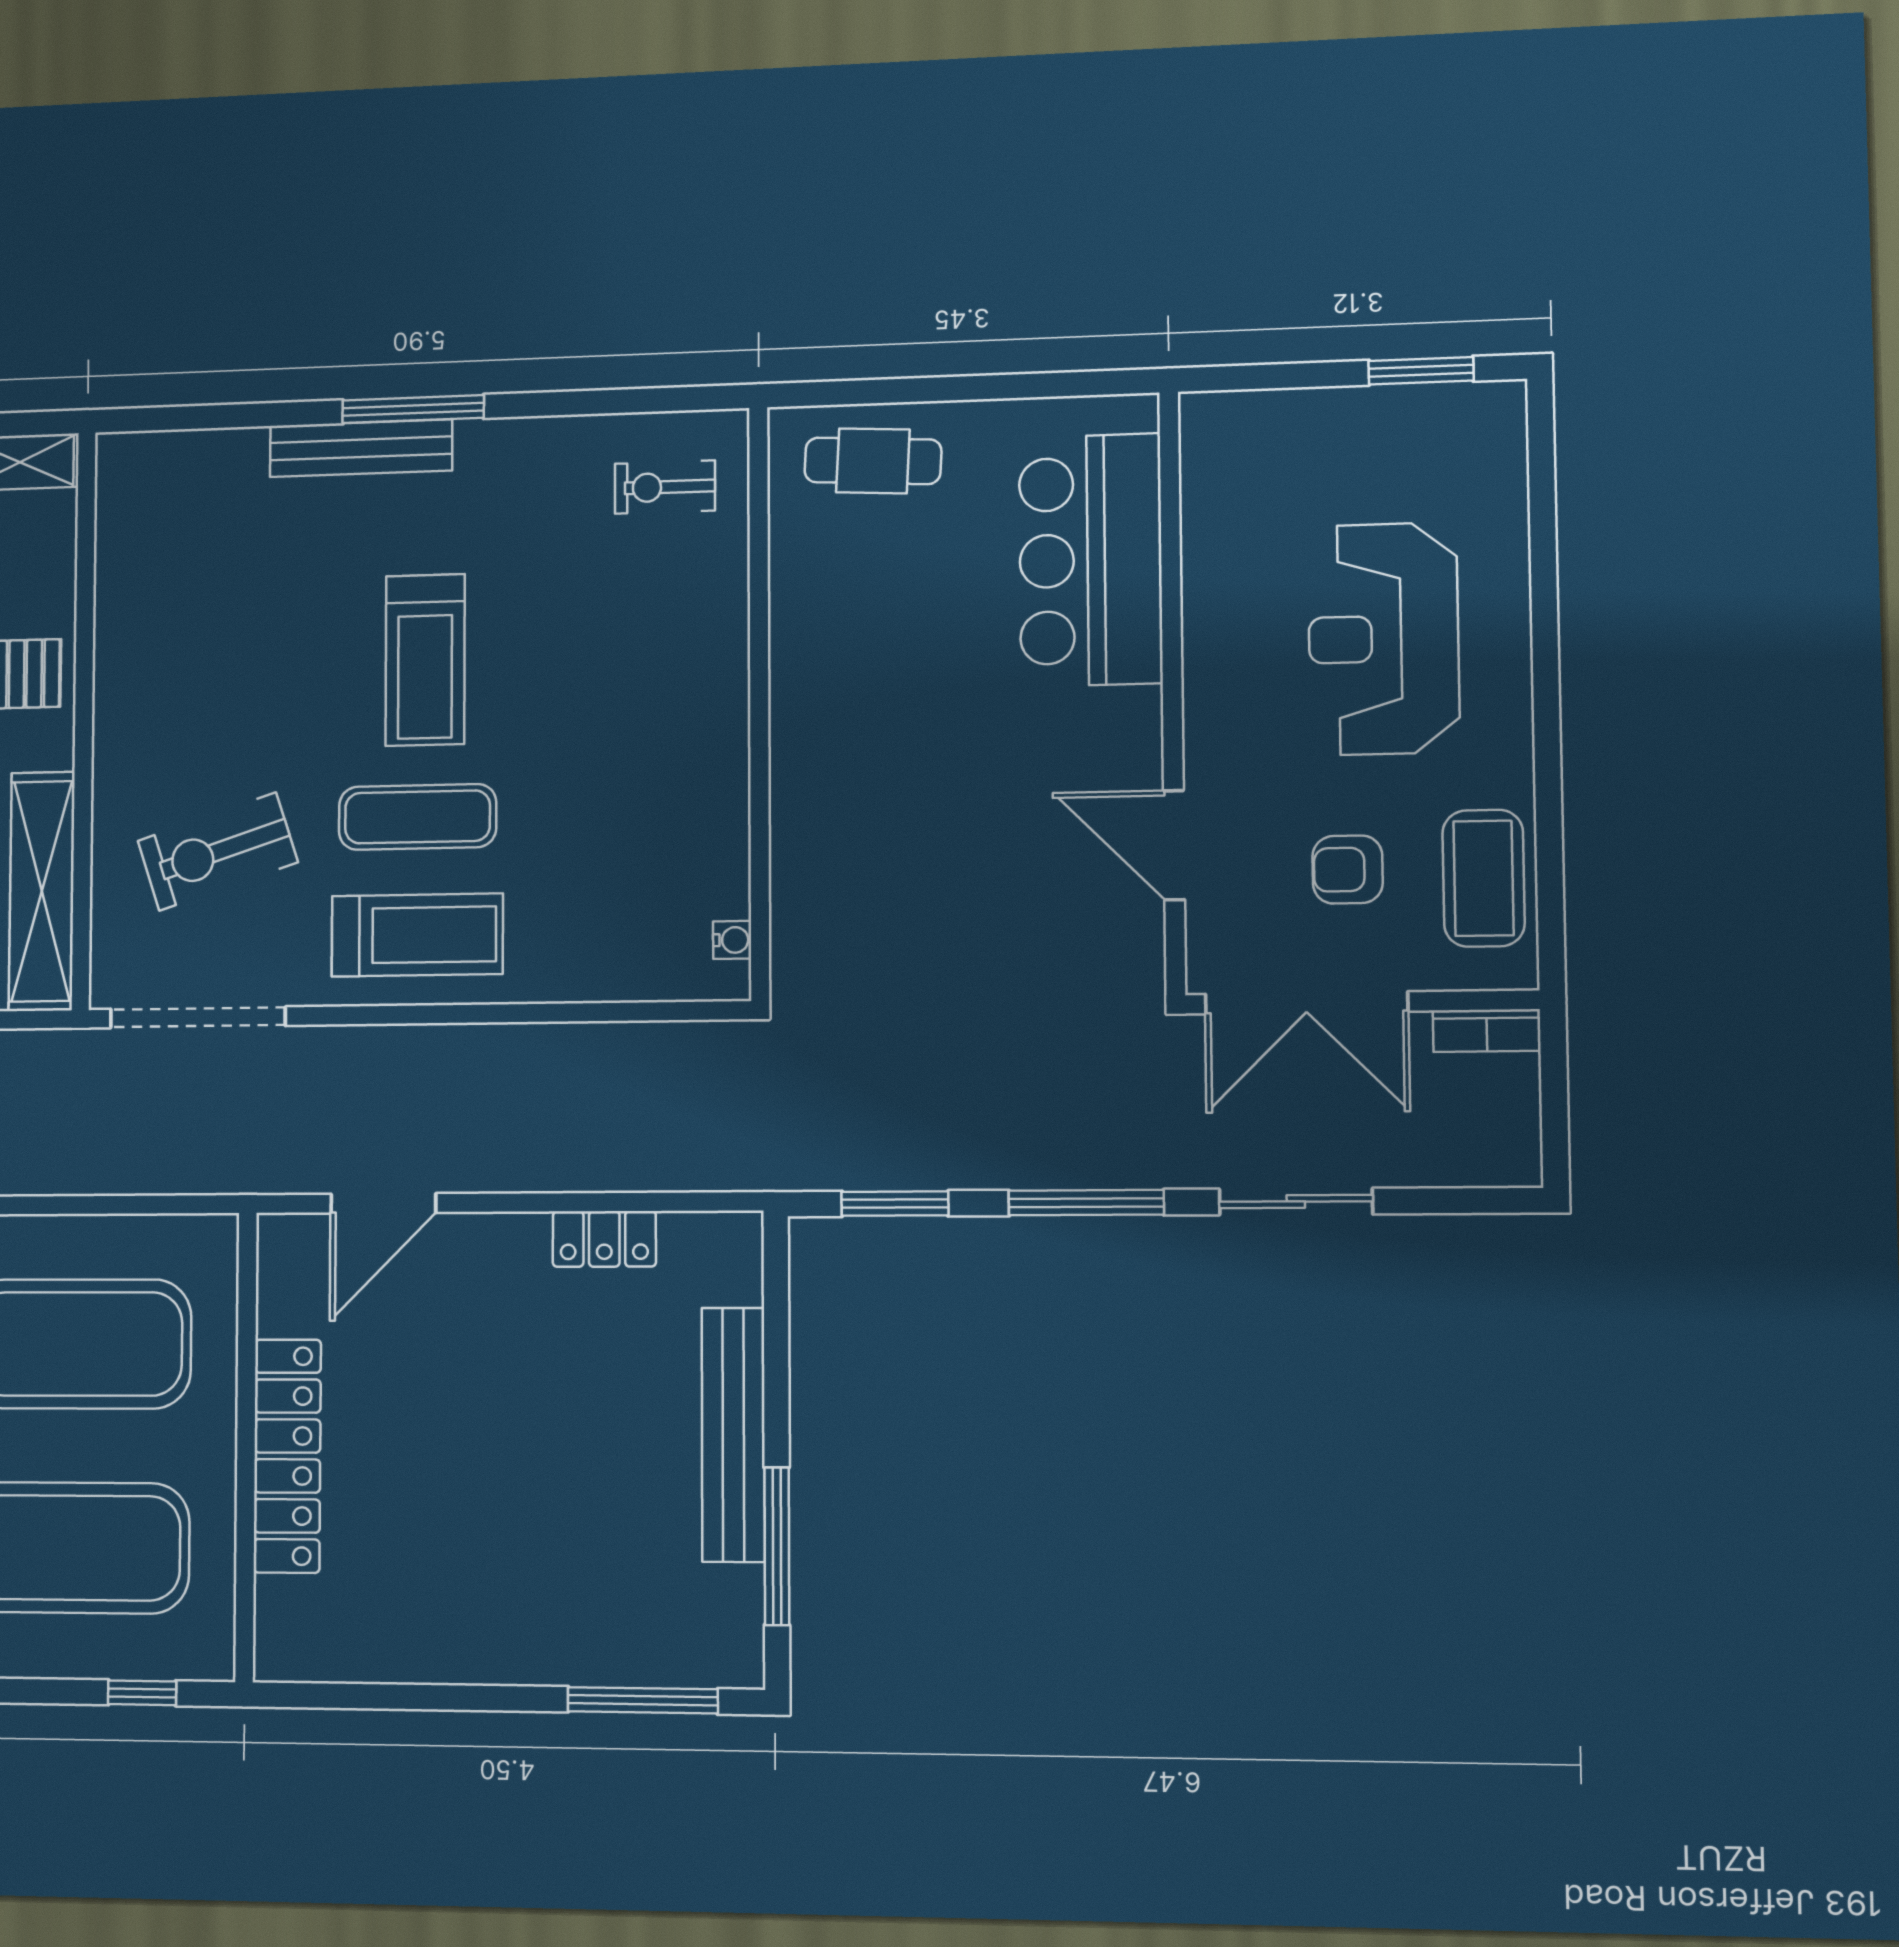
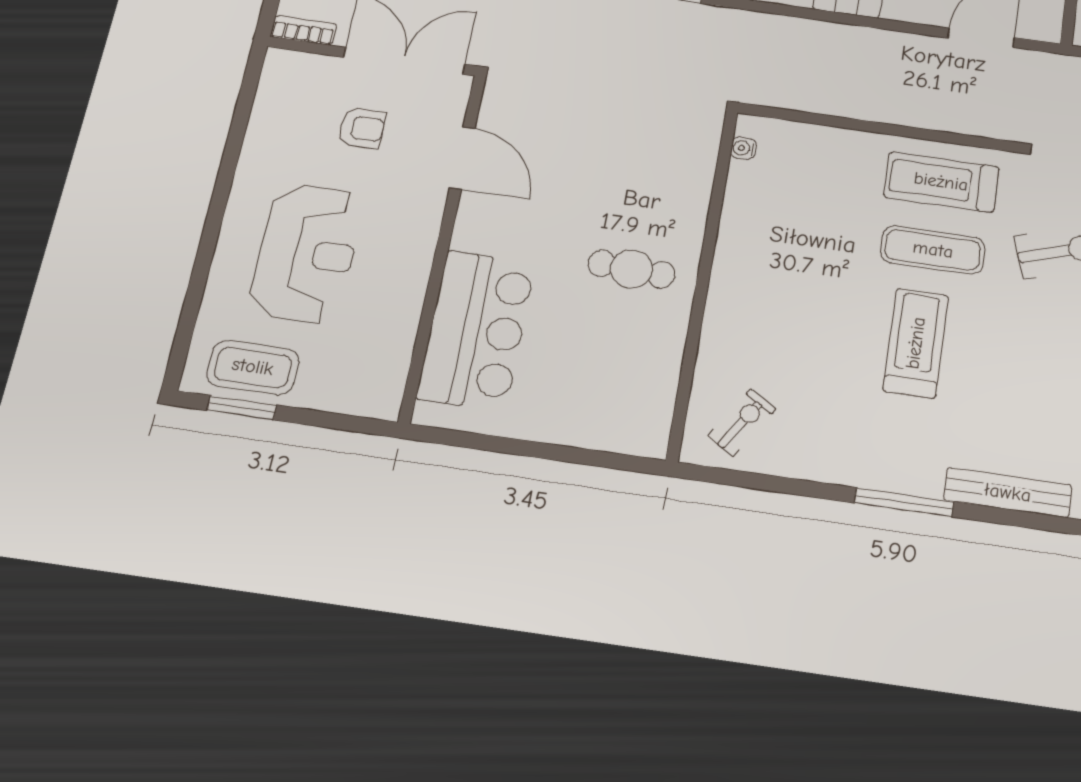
bench: (361, 448) -> (1008, 493), moved
cafe table: (873, 461) -> (631, 269), moved
exercise bike: (665, 487) -> (742, 422), turned -58
coffee table: (1484, 878) -> (253, 367), moved, turned 90

